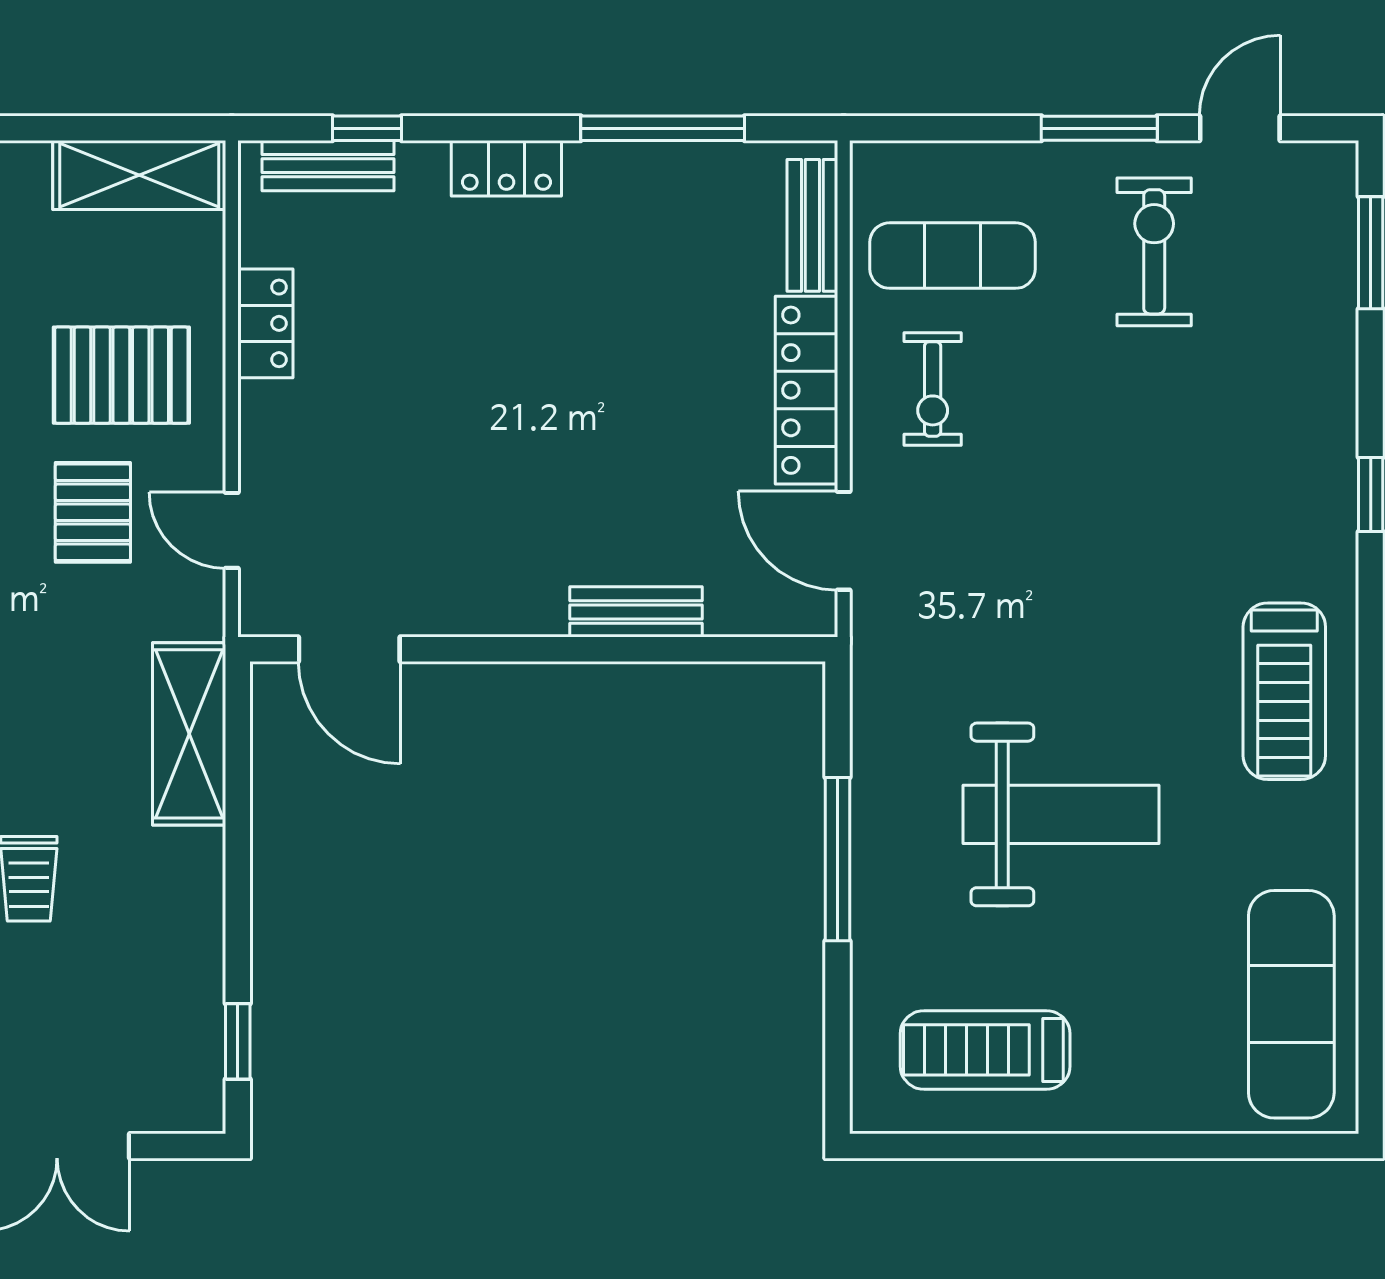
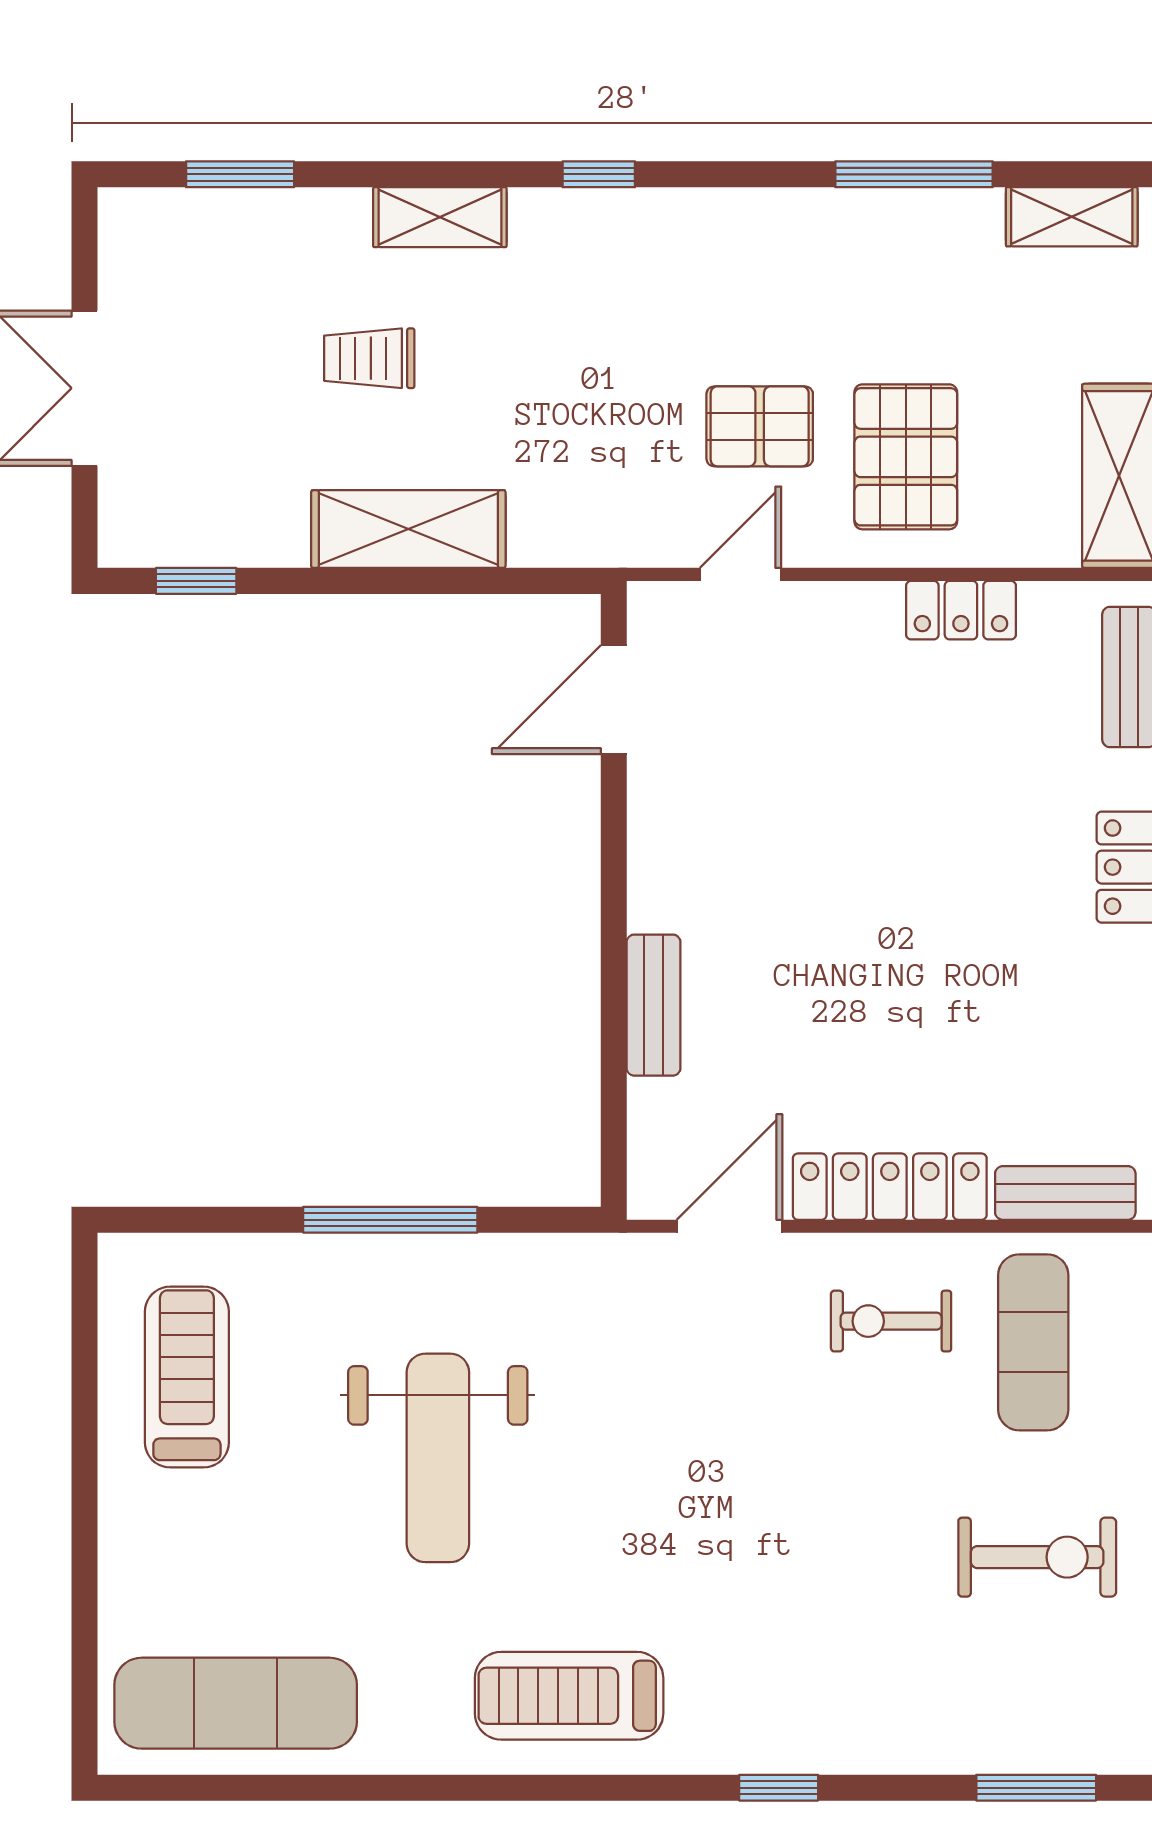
shelving: (189, 734) -> (408, 529), moved

